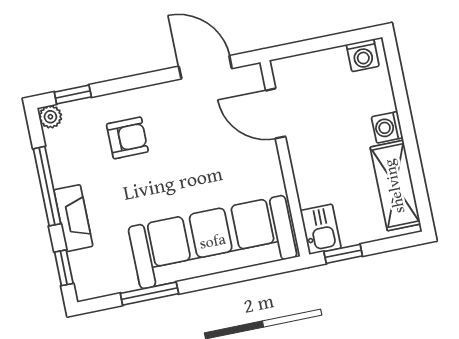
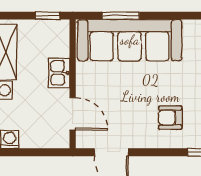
kitchen sink: (321, 229) -> (59, 73), moved
window: (149, 294) -> (121, 16), moved

